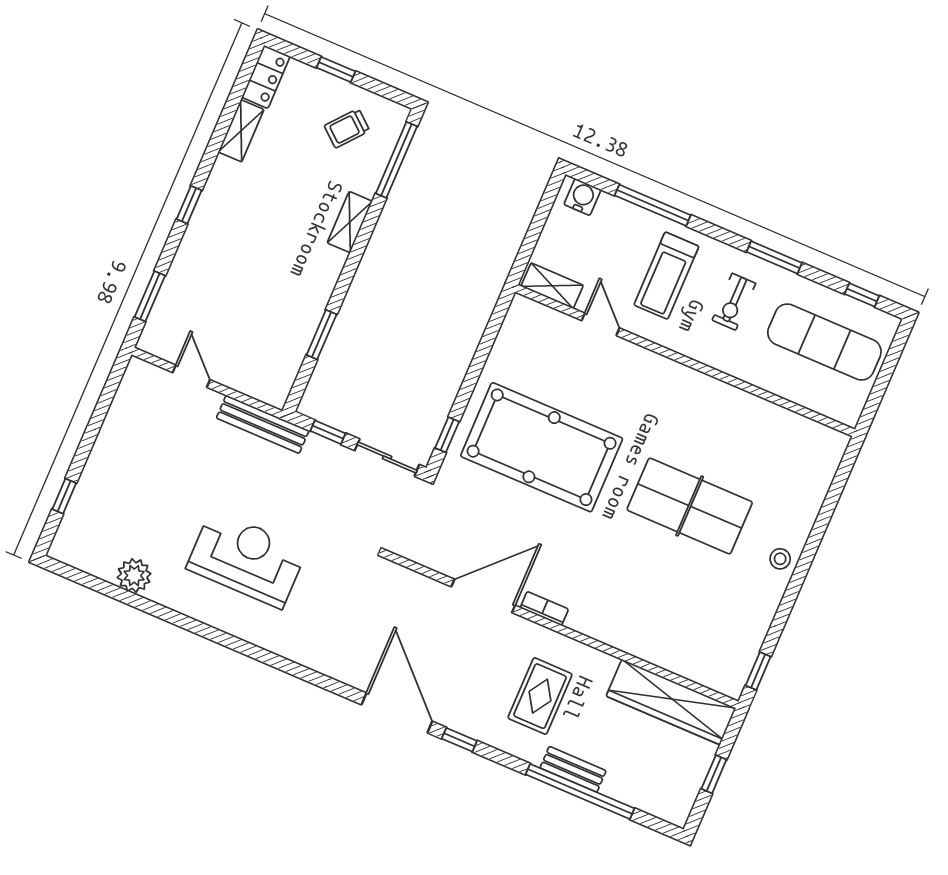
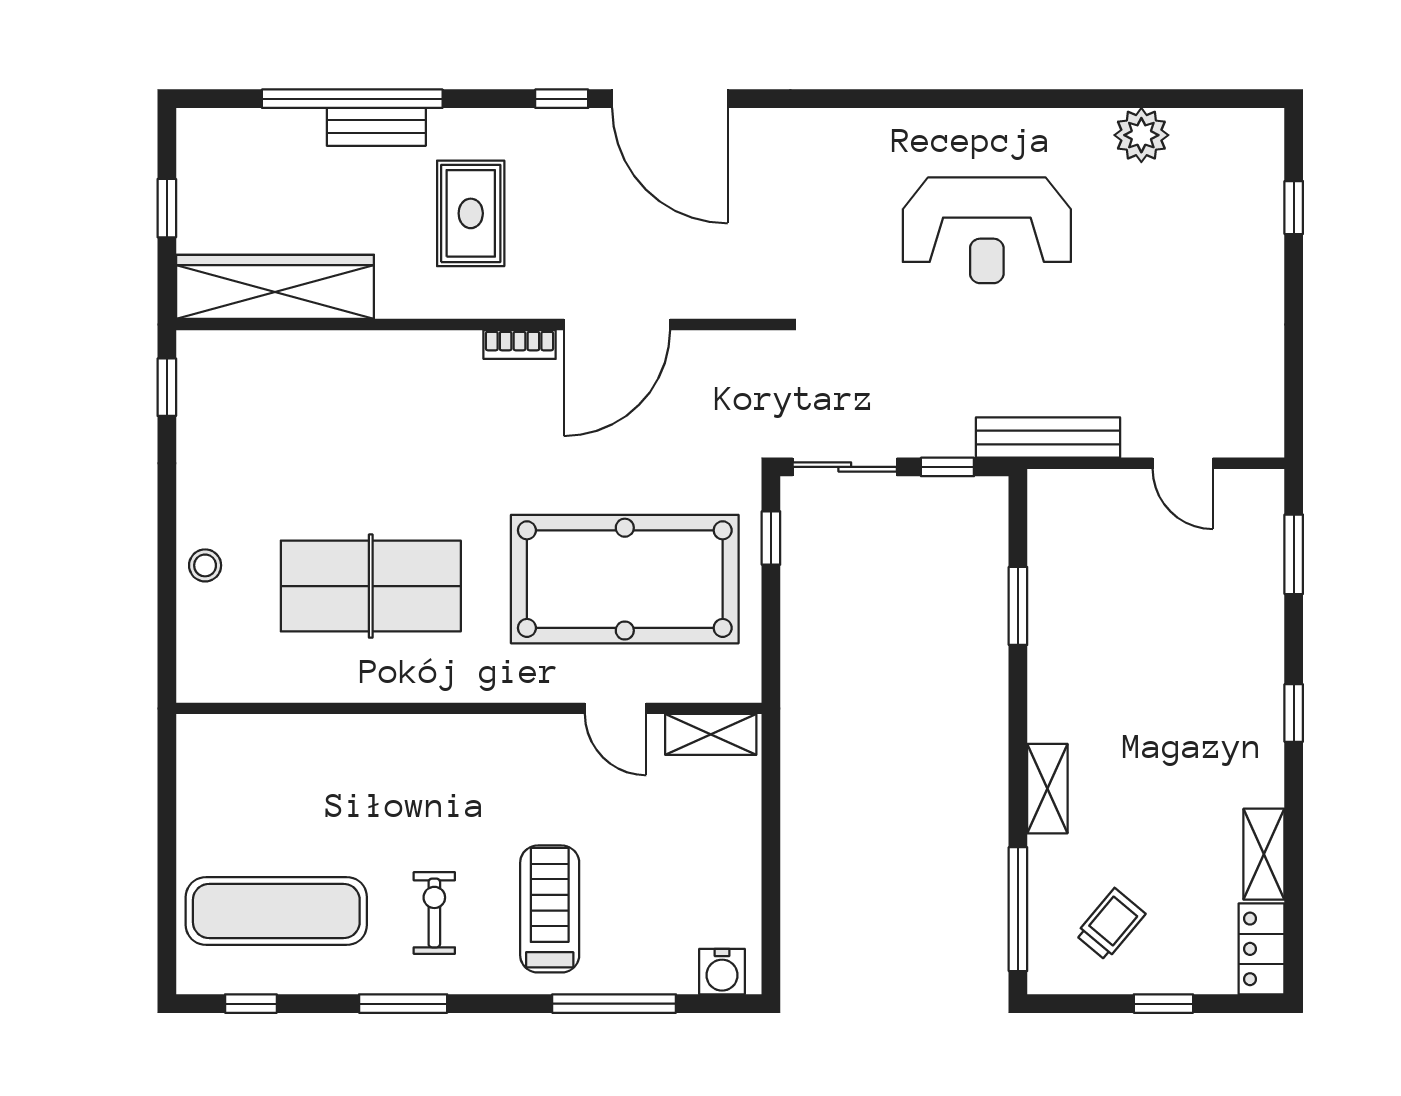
shelving: (552, 286) -> (711, 734), moved
door: (601, 324) -> (616, 708), moved
wall: (685, 361) -> (469, 708), moved

